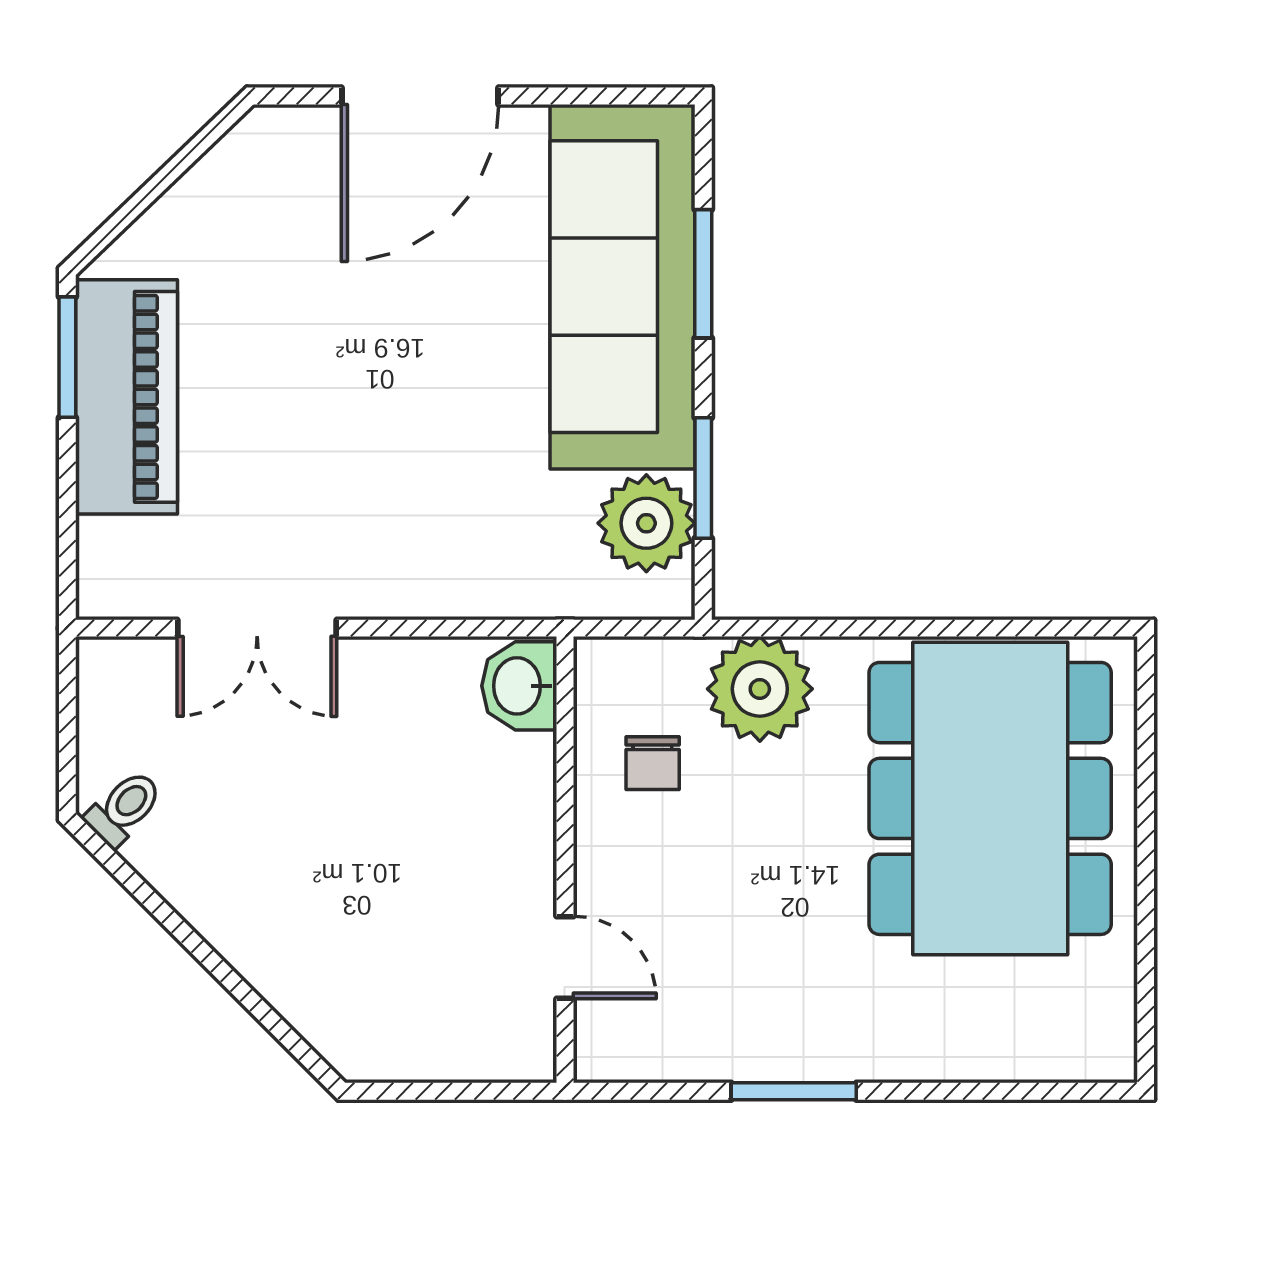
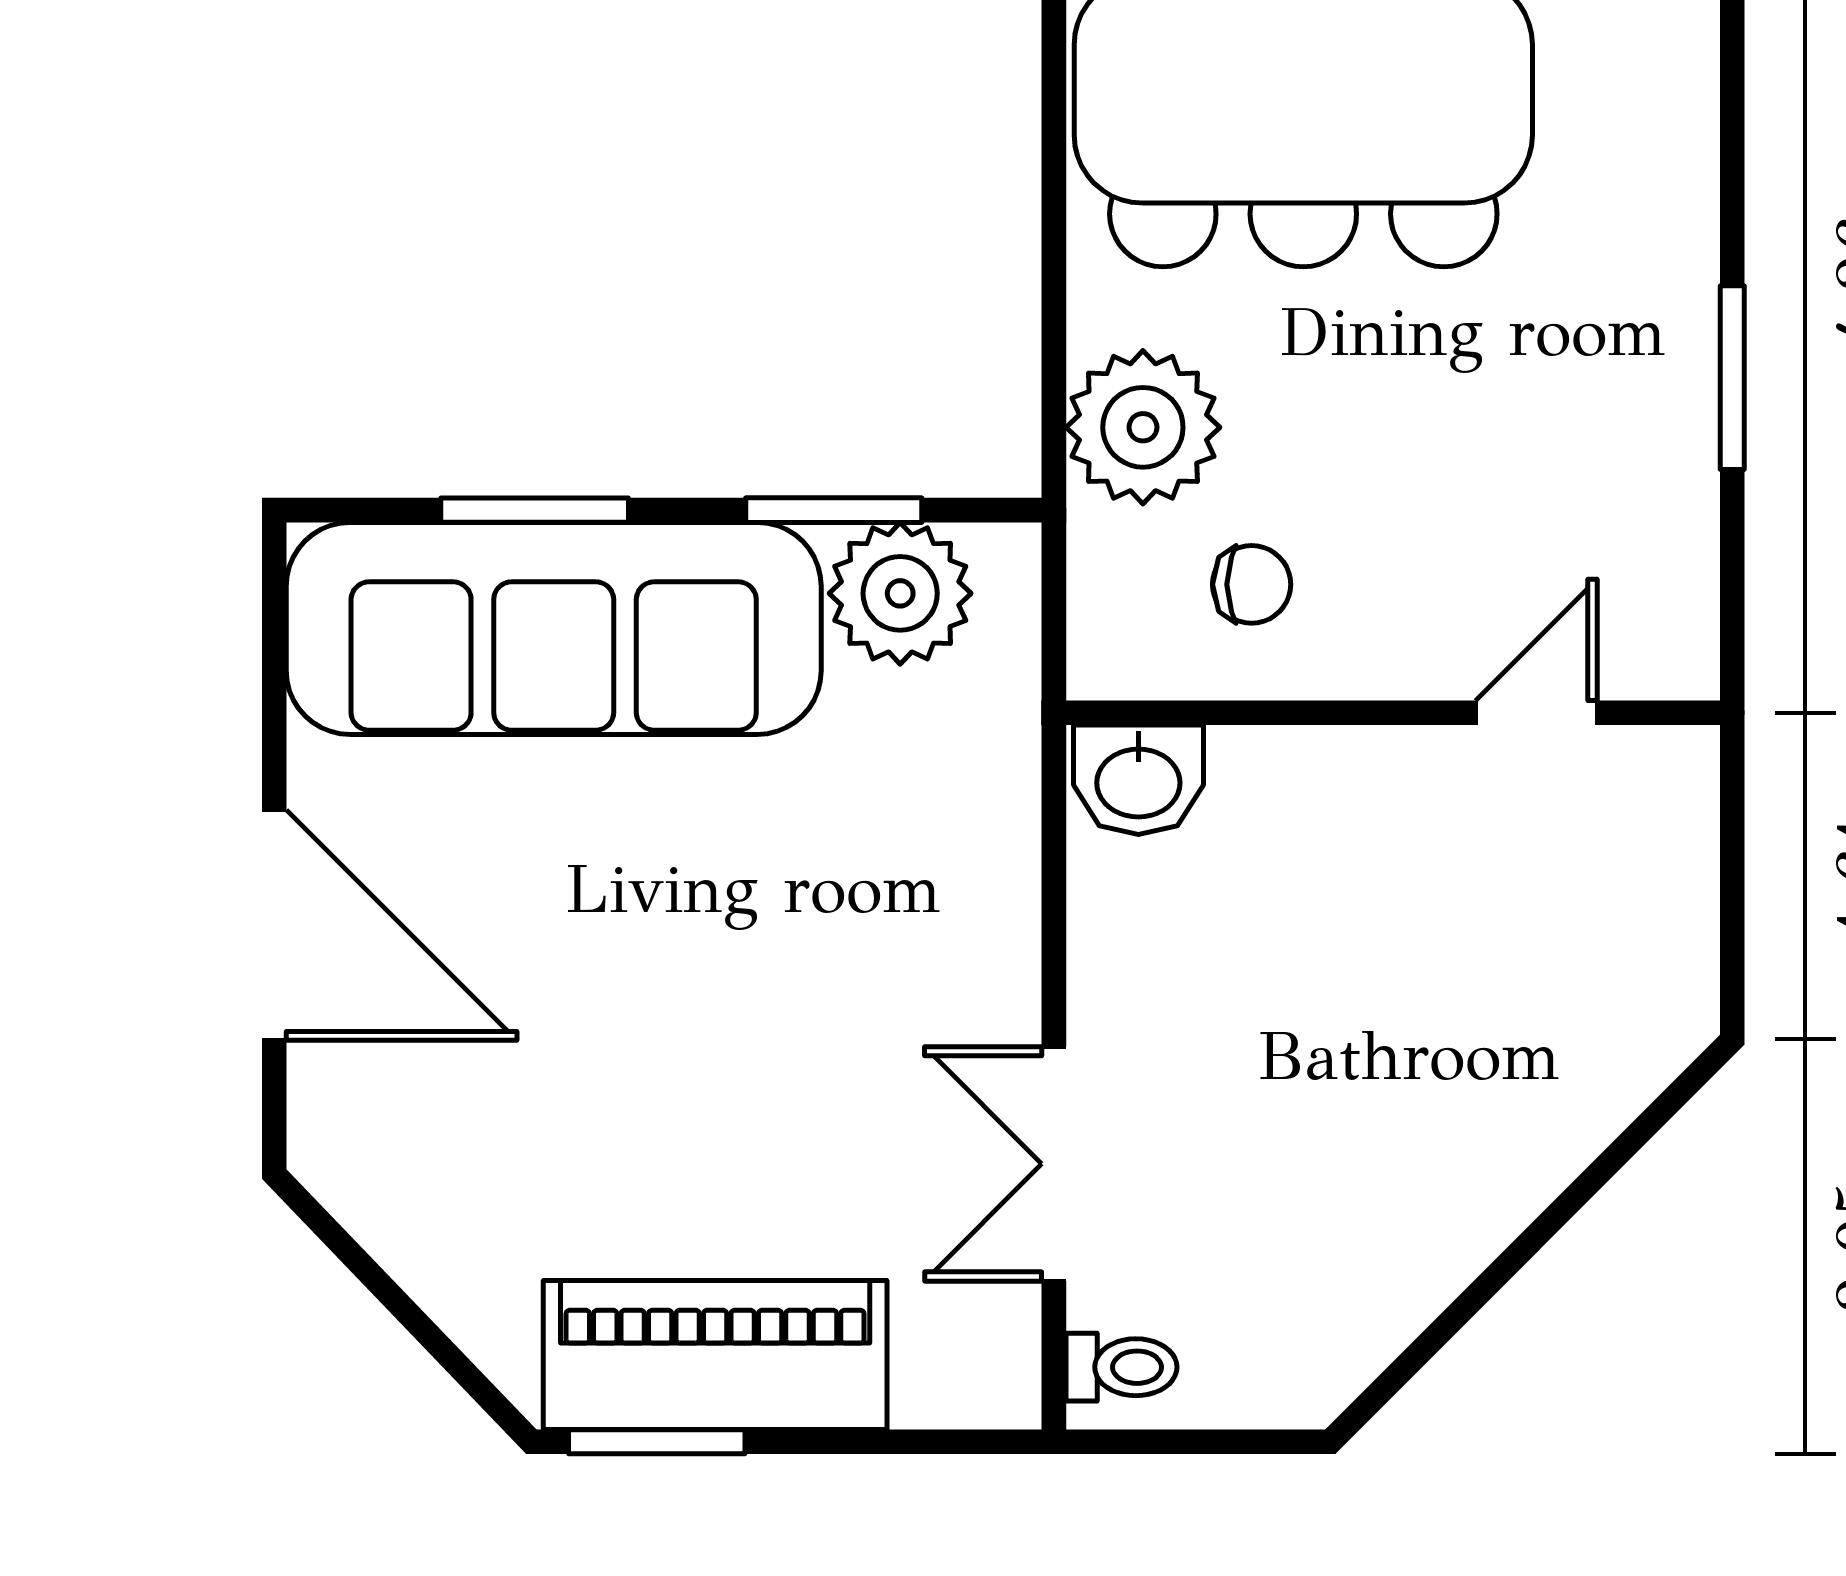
double door: (257, 628) -> (1054, 1164), swing flipped
toilet: (124, 808) -> (1121, 1367), moved, turned 135

